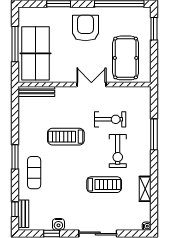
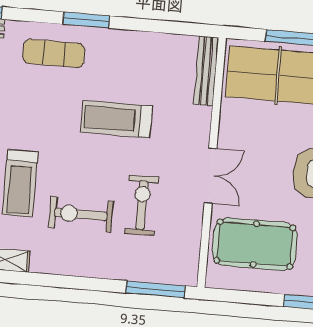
exercise bike: (110, 119) -> (142, 205), turned 180
window: (154, 134) -> (155, 289), moved
treadmill: (66, 137) -> (117, 119), turned -90

